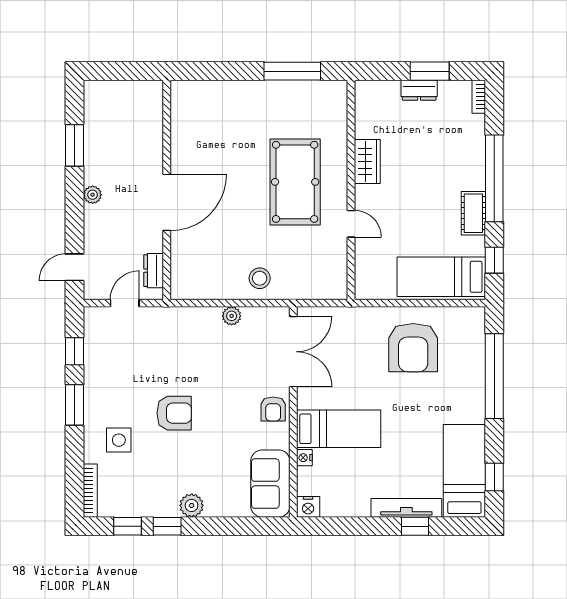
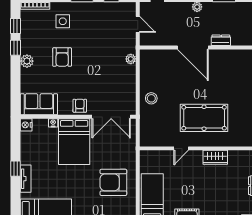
dresser: (154, 271) -> (221, 40), moved
plant: (232, 316) -> (131, 59), moved
armchair: (273, 409) -> (80, 106), turned 90
armchair: (174, 413) -> (62, 57), moved
bed: (339, 429) -> (74, 142), width x1.50
tv unit: (406, 508) -> (26, 179), width x0.71
window: (415, 526) -> (16, 169), moved

